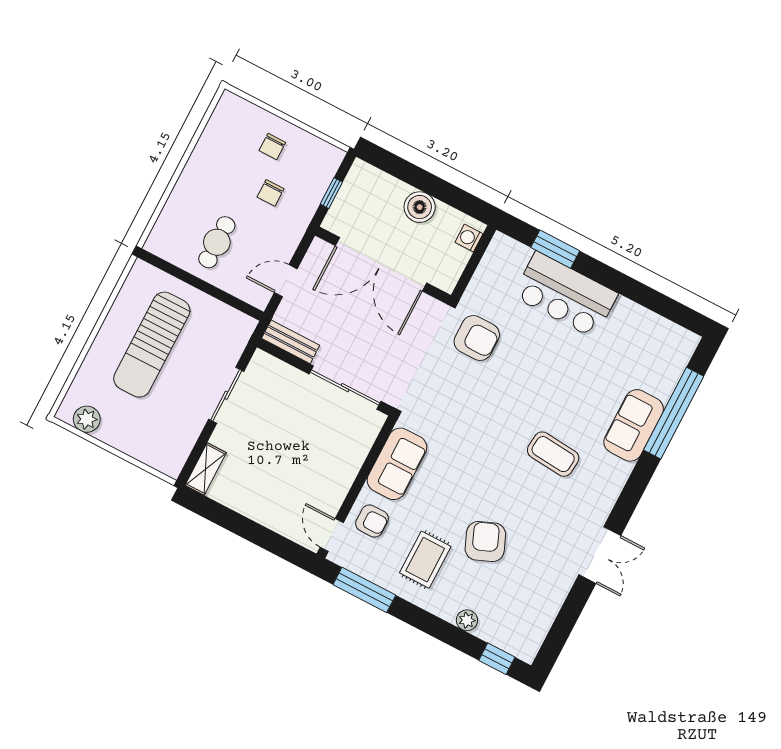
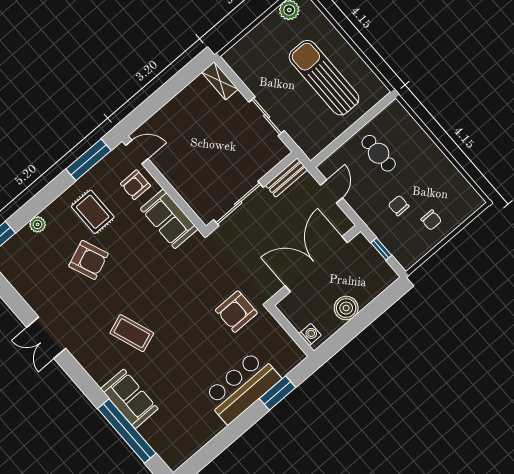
chair: (272, 146) -> (431, 220), turned 180
coffee table: (553, 454) -> (132, 333), turned 65

